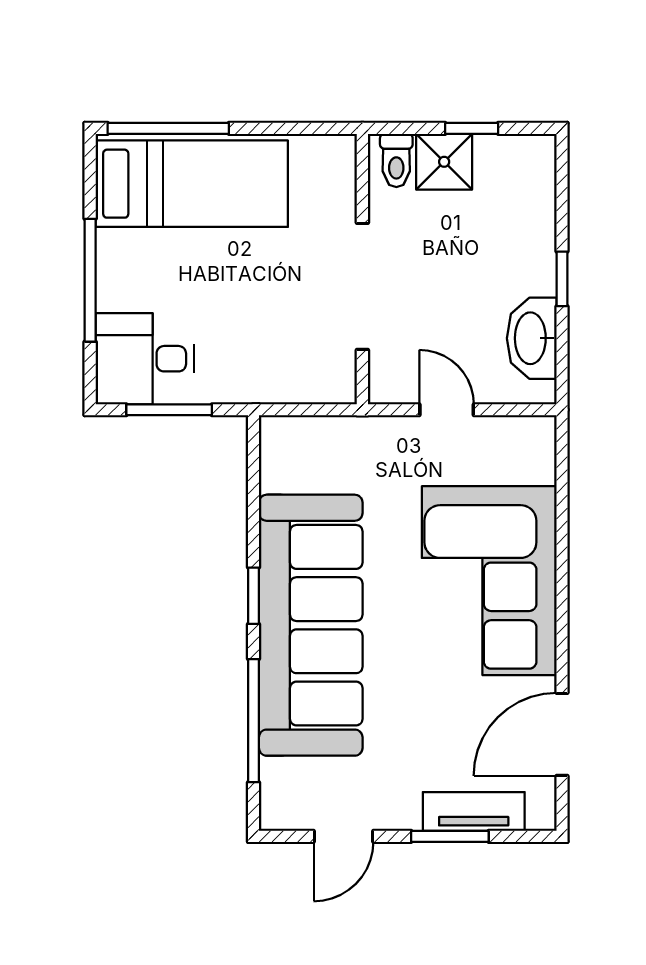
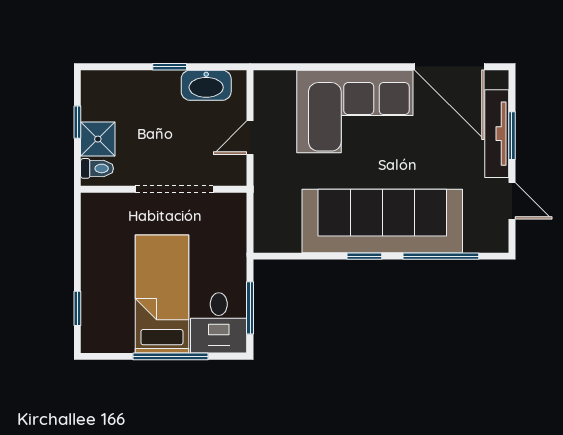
window: (168, 128) -> (77, 308), width x0.46
bed: (192, 184) -> (162, 294), moved
door: (562, 734) -> (449, 67), width x1.36
tv unit: (474, 811) -> (497, 134), width x1.41

